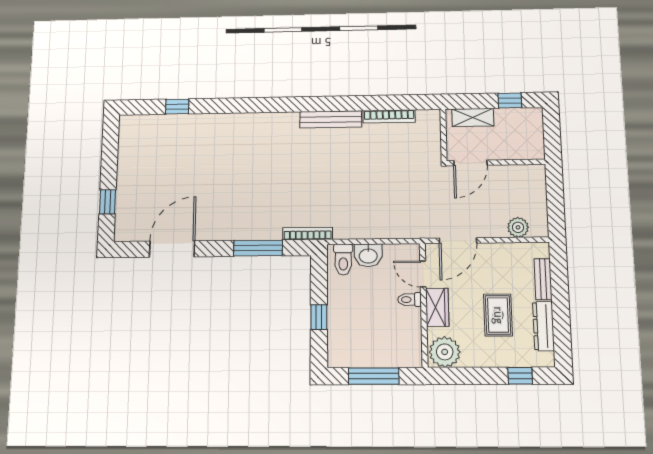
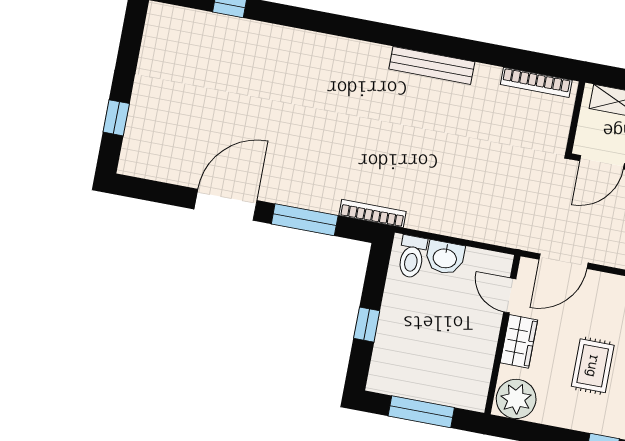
bookcase: (389, 116) -> (536, 82), moved
door: (172, 249) -> (225, 205), moved
toilet: (409, 300) -> (486, 325), removed

